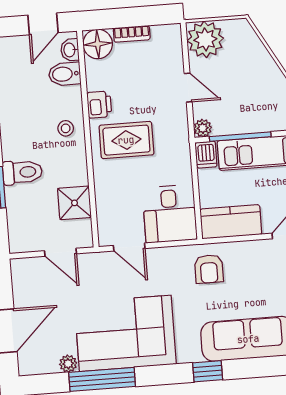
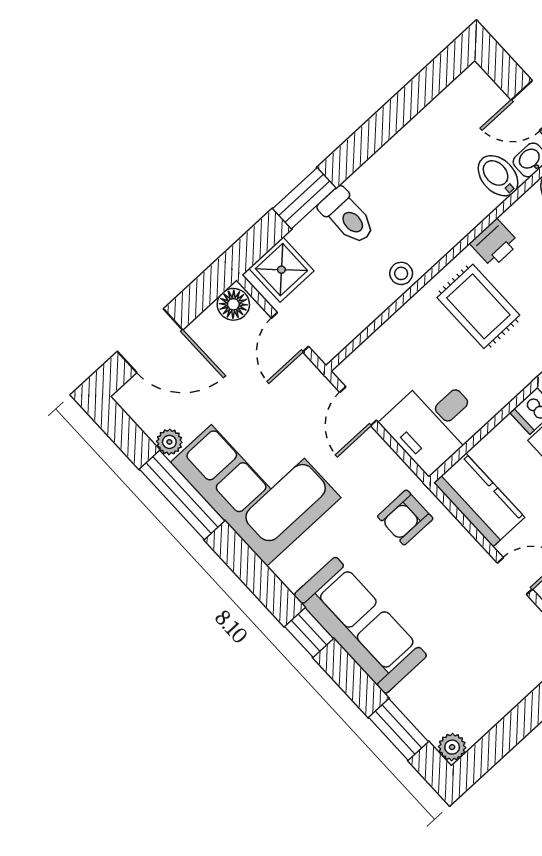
stool: (66, 128) -> (401, 273), moved
shower: (74, 203) -> (281, 270), moved
floor lamp: (21, 271) -> (233, 304), added
window: (208, 371) -> (309, 633), moved

